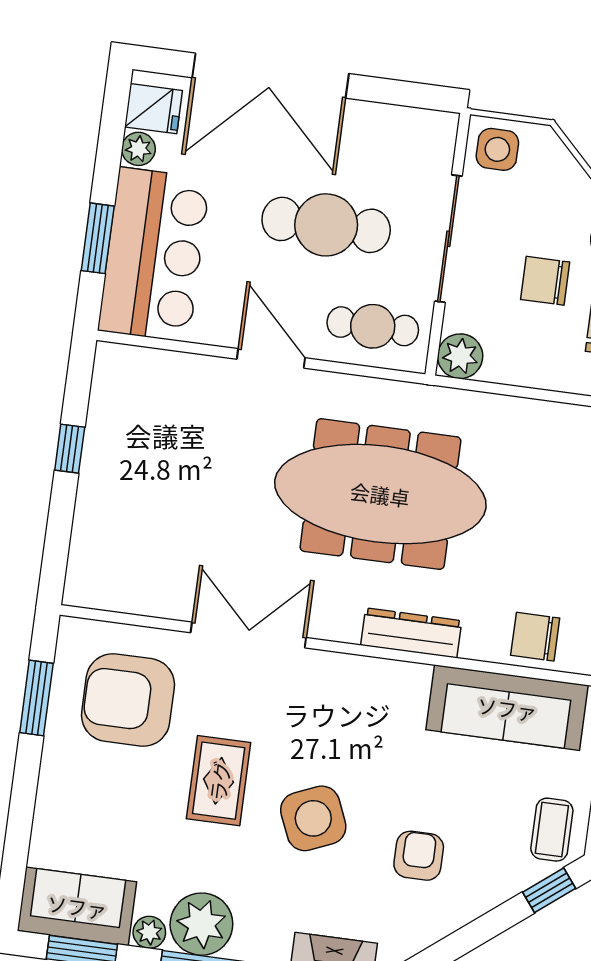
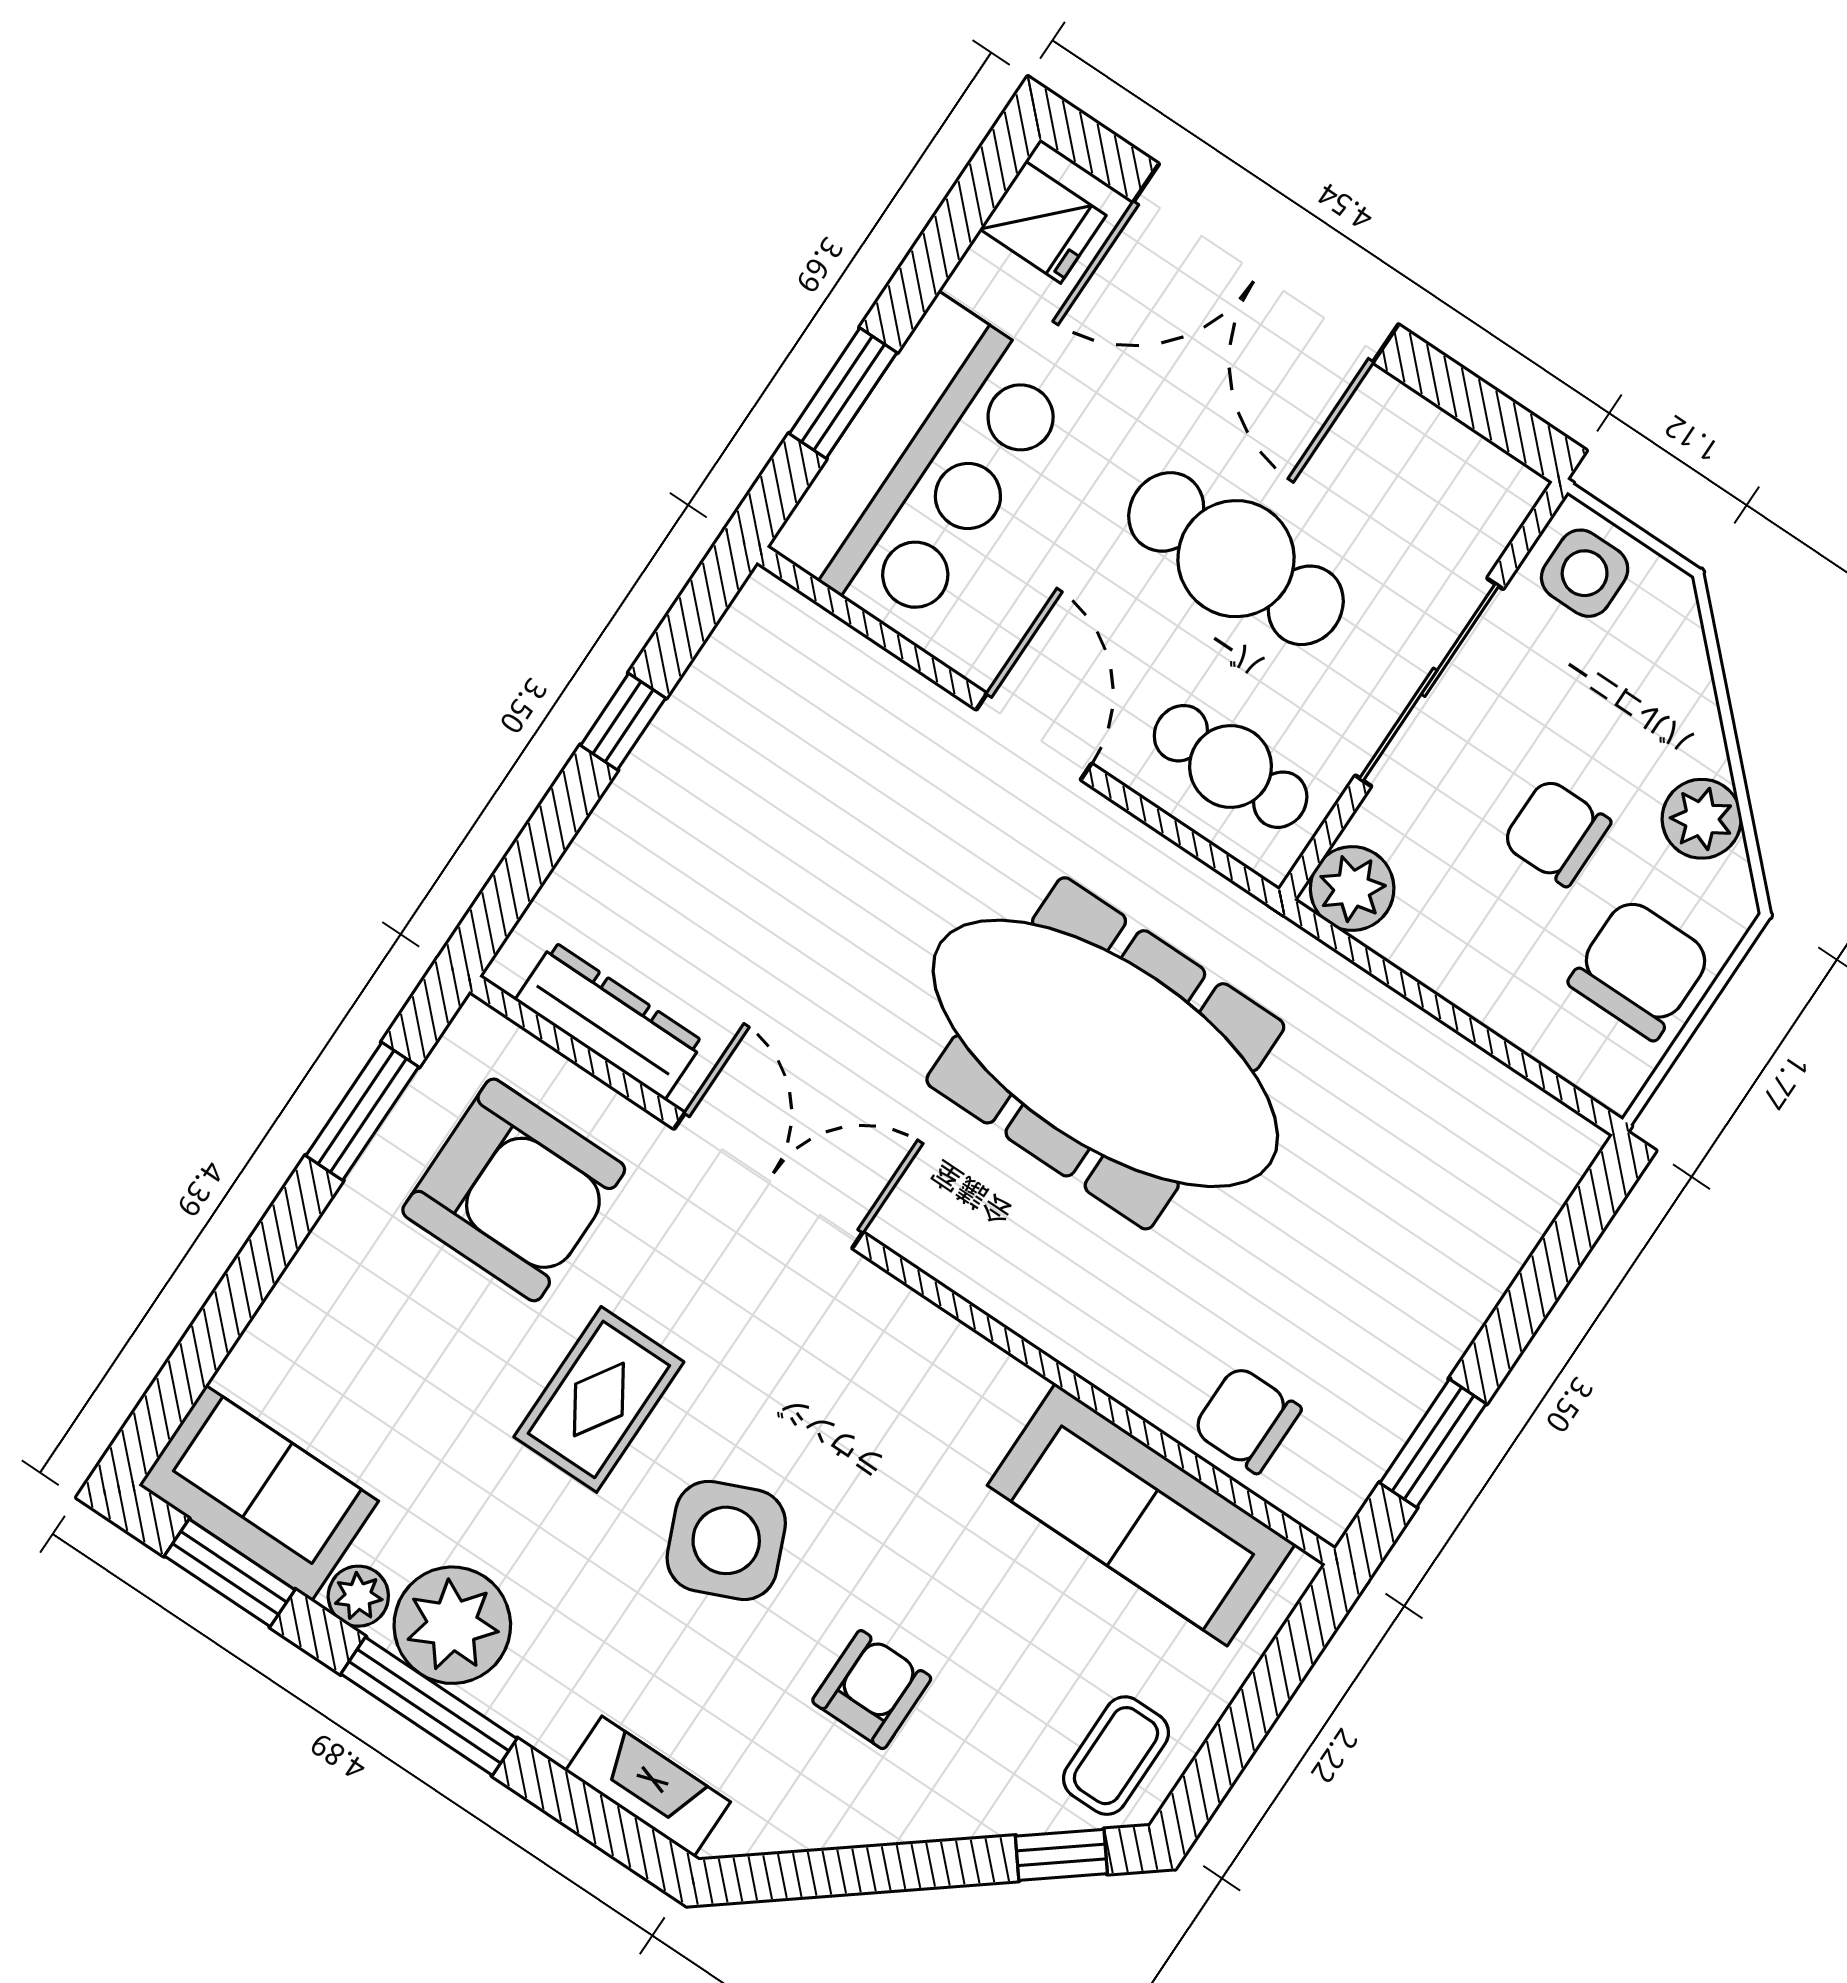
plant: (138, 149) -> (985, 277), removed
dresser: (411, 633) -> (609, 1021), moved
armchair: (128, 700) -> (514, 1190), turned 180

